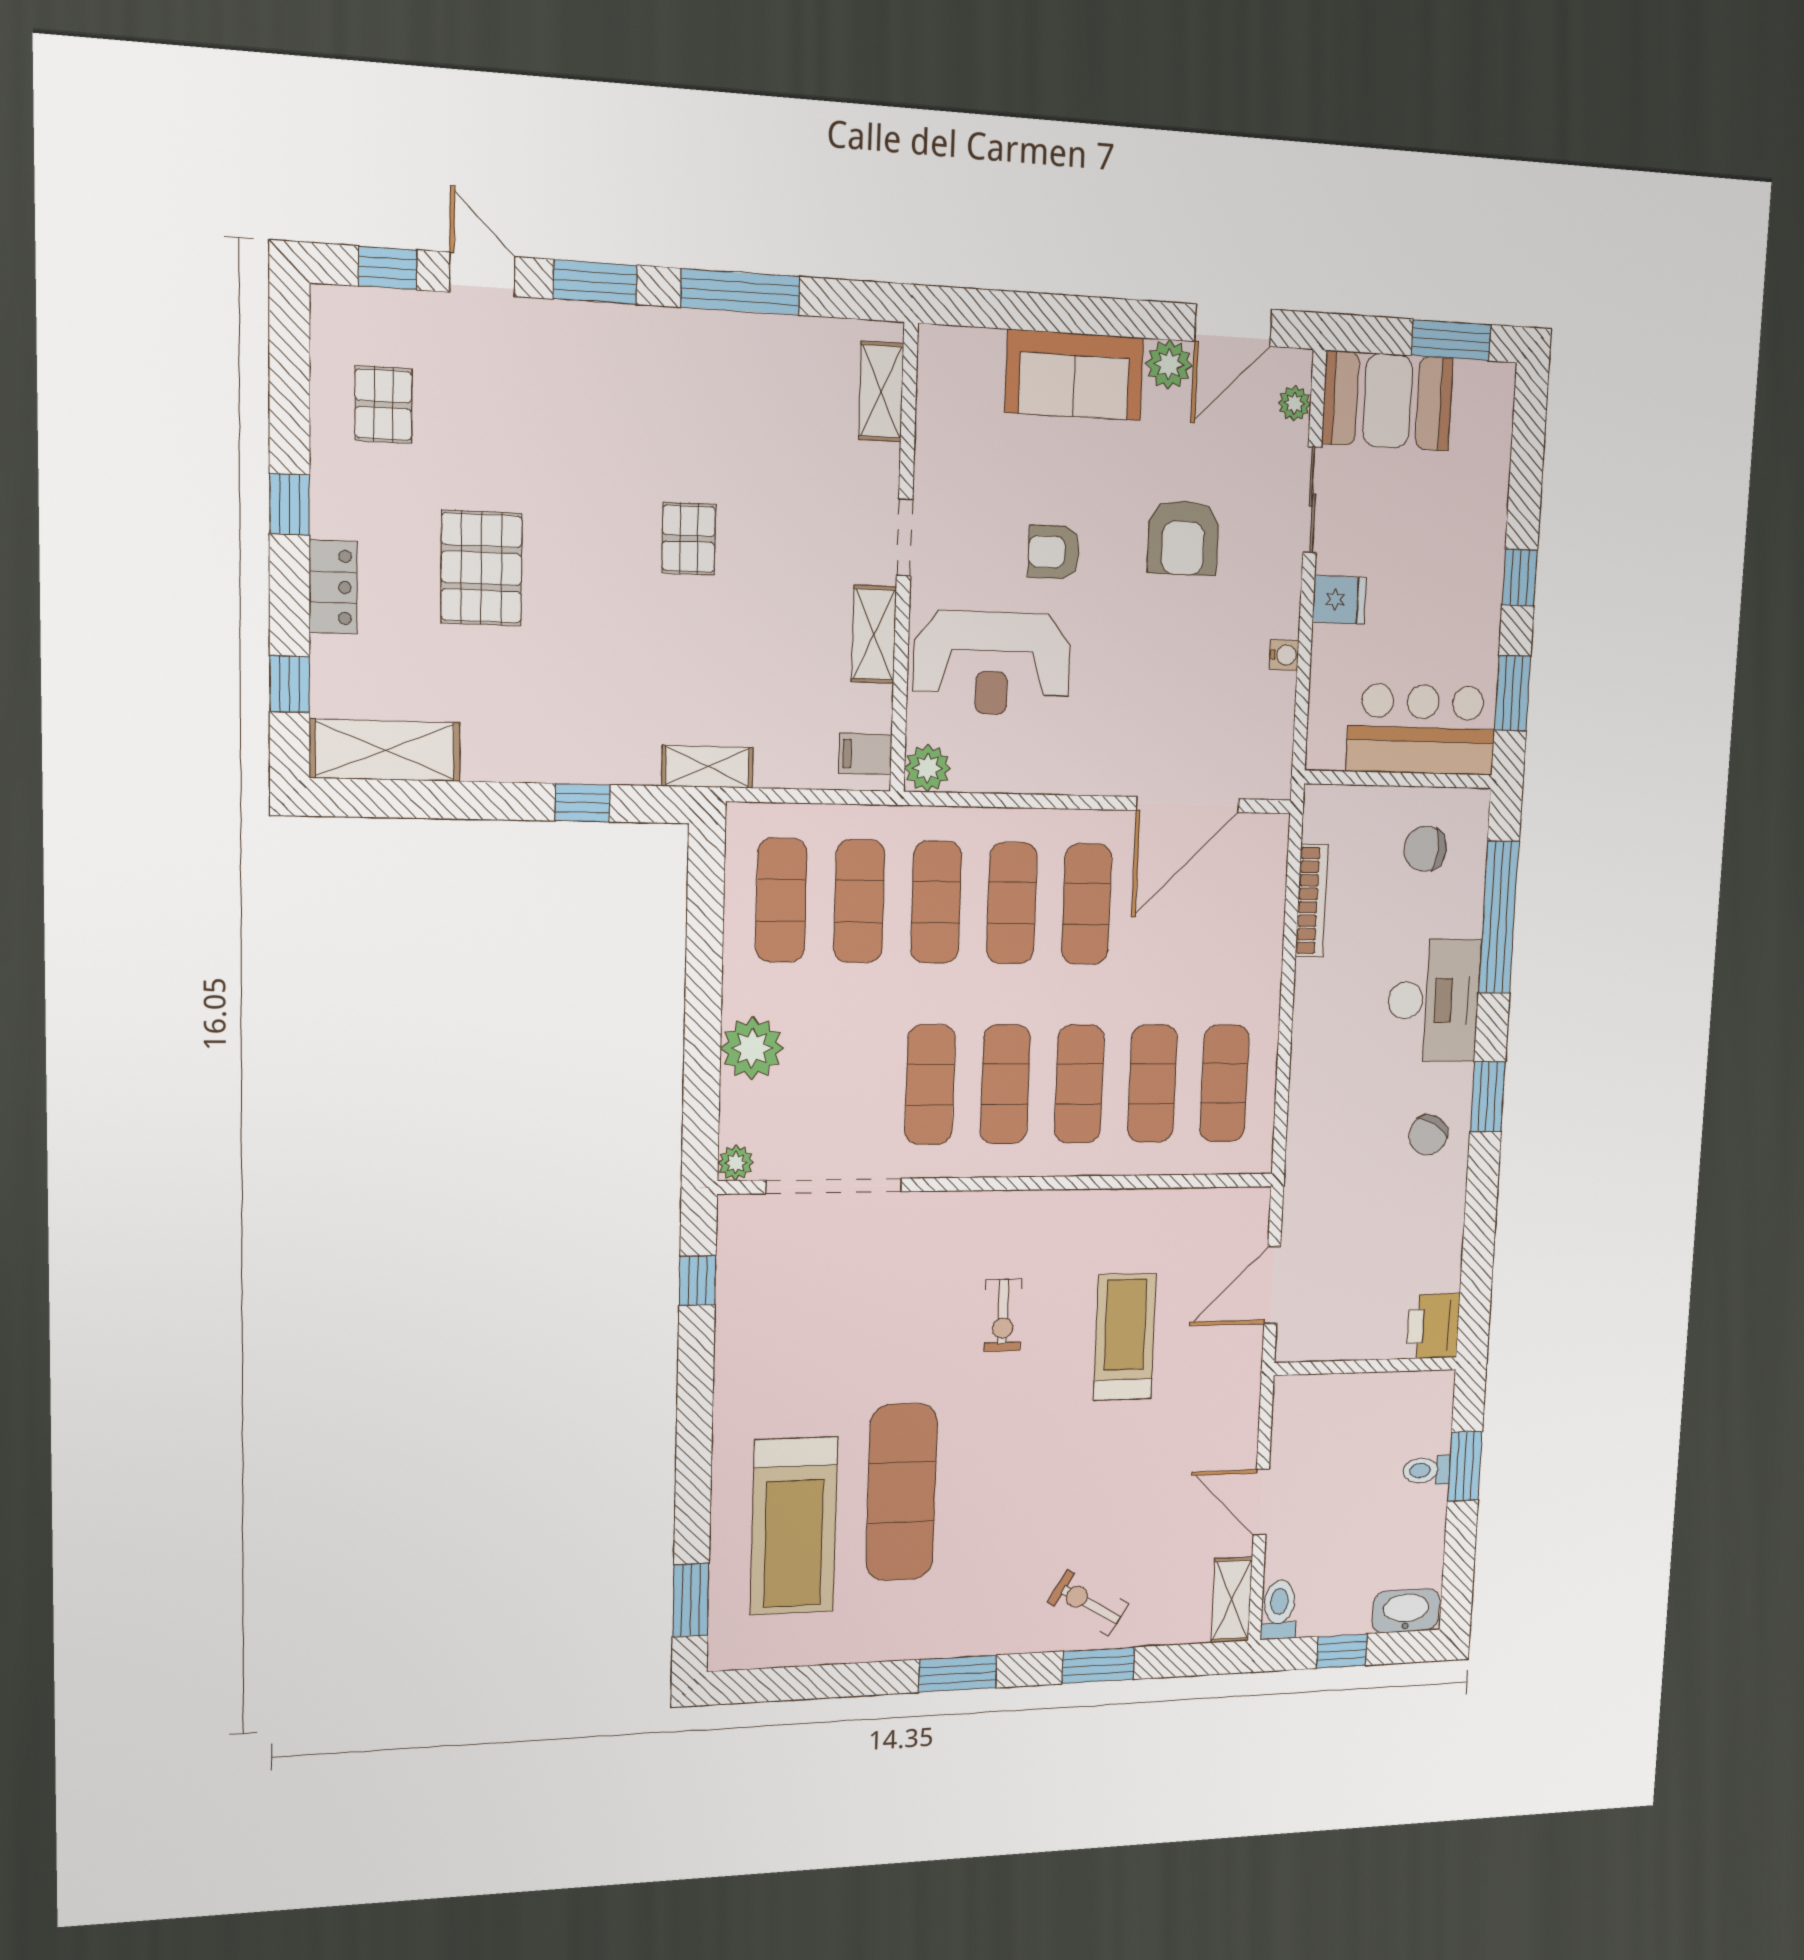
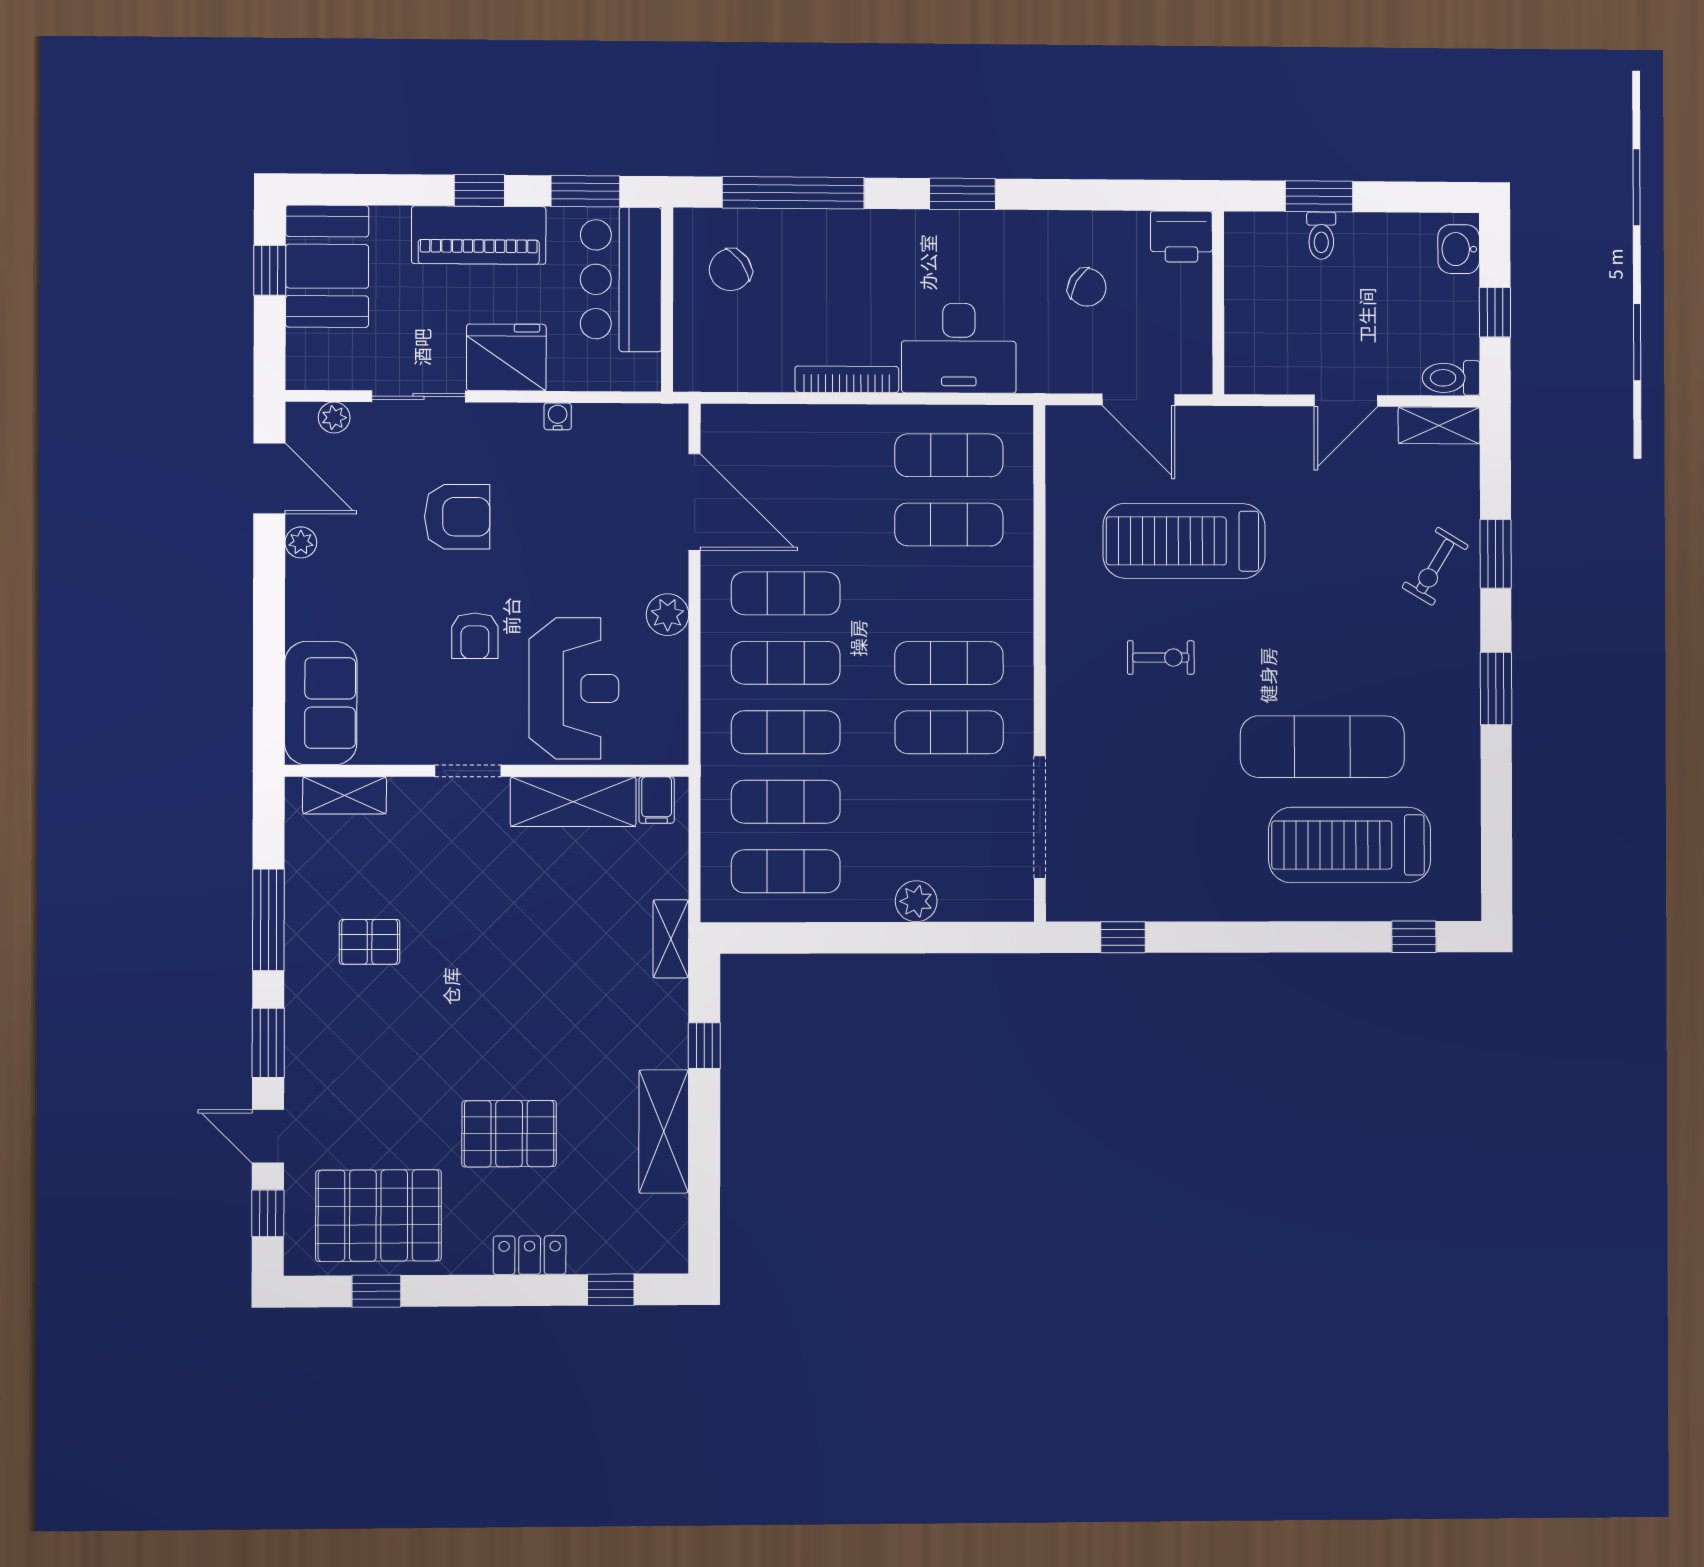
door: (482, 274) -> (268, 1136), hinge flipped
window: (1451, 340) -> (270, 270), width x0.67
plant: (1169, 364) -> (301, 542), width x0.73, depth x0.73
sofa: (1074, 375) -> (321, 703), moved
booth: (1387, 401) -> (327, 266), moved
pallet: (383, 405) -> (379, 1216), width x2.05, depth x2.00
window: (289, 504) -> (376, 1291), moved
pallet: (689, 539) -> (370, 942), moved
piano: (1475, 575) -> (479, 235), added
fridge: (1339, 600) -> (506, 357), width x1.88, depth x1.34
shelving: (874, 634) -> (573, 802), width x1.50, depth x1.33
shelving: (385, 750) -> (664, 1131), moved
plant: (928, 768) -> (668, 615), moved
chair: (1425, 849) -> (730, 270), turned 50
bookcase: (1312, 901) -> (847, 379), moved
desk: (1433, 1000) -> (959, 348), moved, turned 180
plant: (752, 1048) -> (916, 901), width x0.73, depth x0.73
exercise mat: (1079, 1084) -> (949, 594), removed
chair: (1428, 1135) -> (1087, 287), moved
plant: (736, 1163) -> (1018, 906), removed
treadmill: (1125, 1337) -> (1184, 541), width x1.37, depth x1.38
treadmill: (794, 1526) -> (1350, 845), turned 180
window: (691, 1600) -> (1414, 937), width x0.67
washbasin: (1406, 1611) -> (1459, 249), width x0.72

